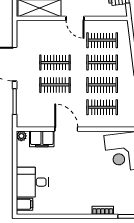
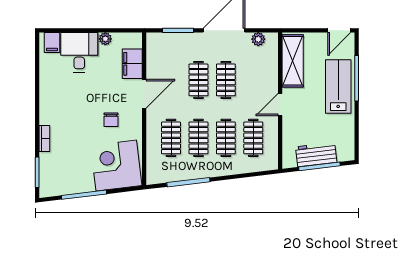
plant: (22, 36) -> (258, 39), added
plant: (21, 136) -> (105, 39), moved
chair: (87, 156) -> (111, 120), added

